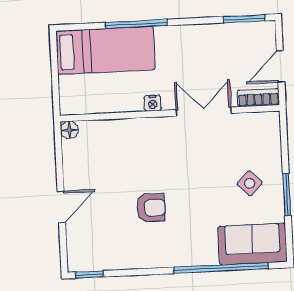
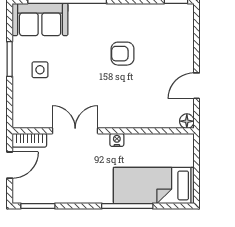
double door: (204, 112) -> (75, 131), swing flipped
side table: (250, 183) -> (40, 70), turned 45
door: (61, 207) -> (197, 86), moved

